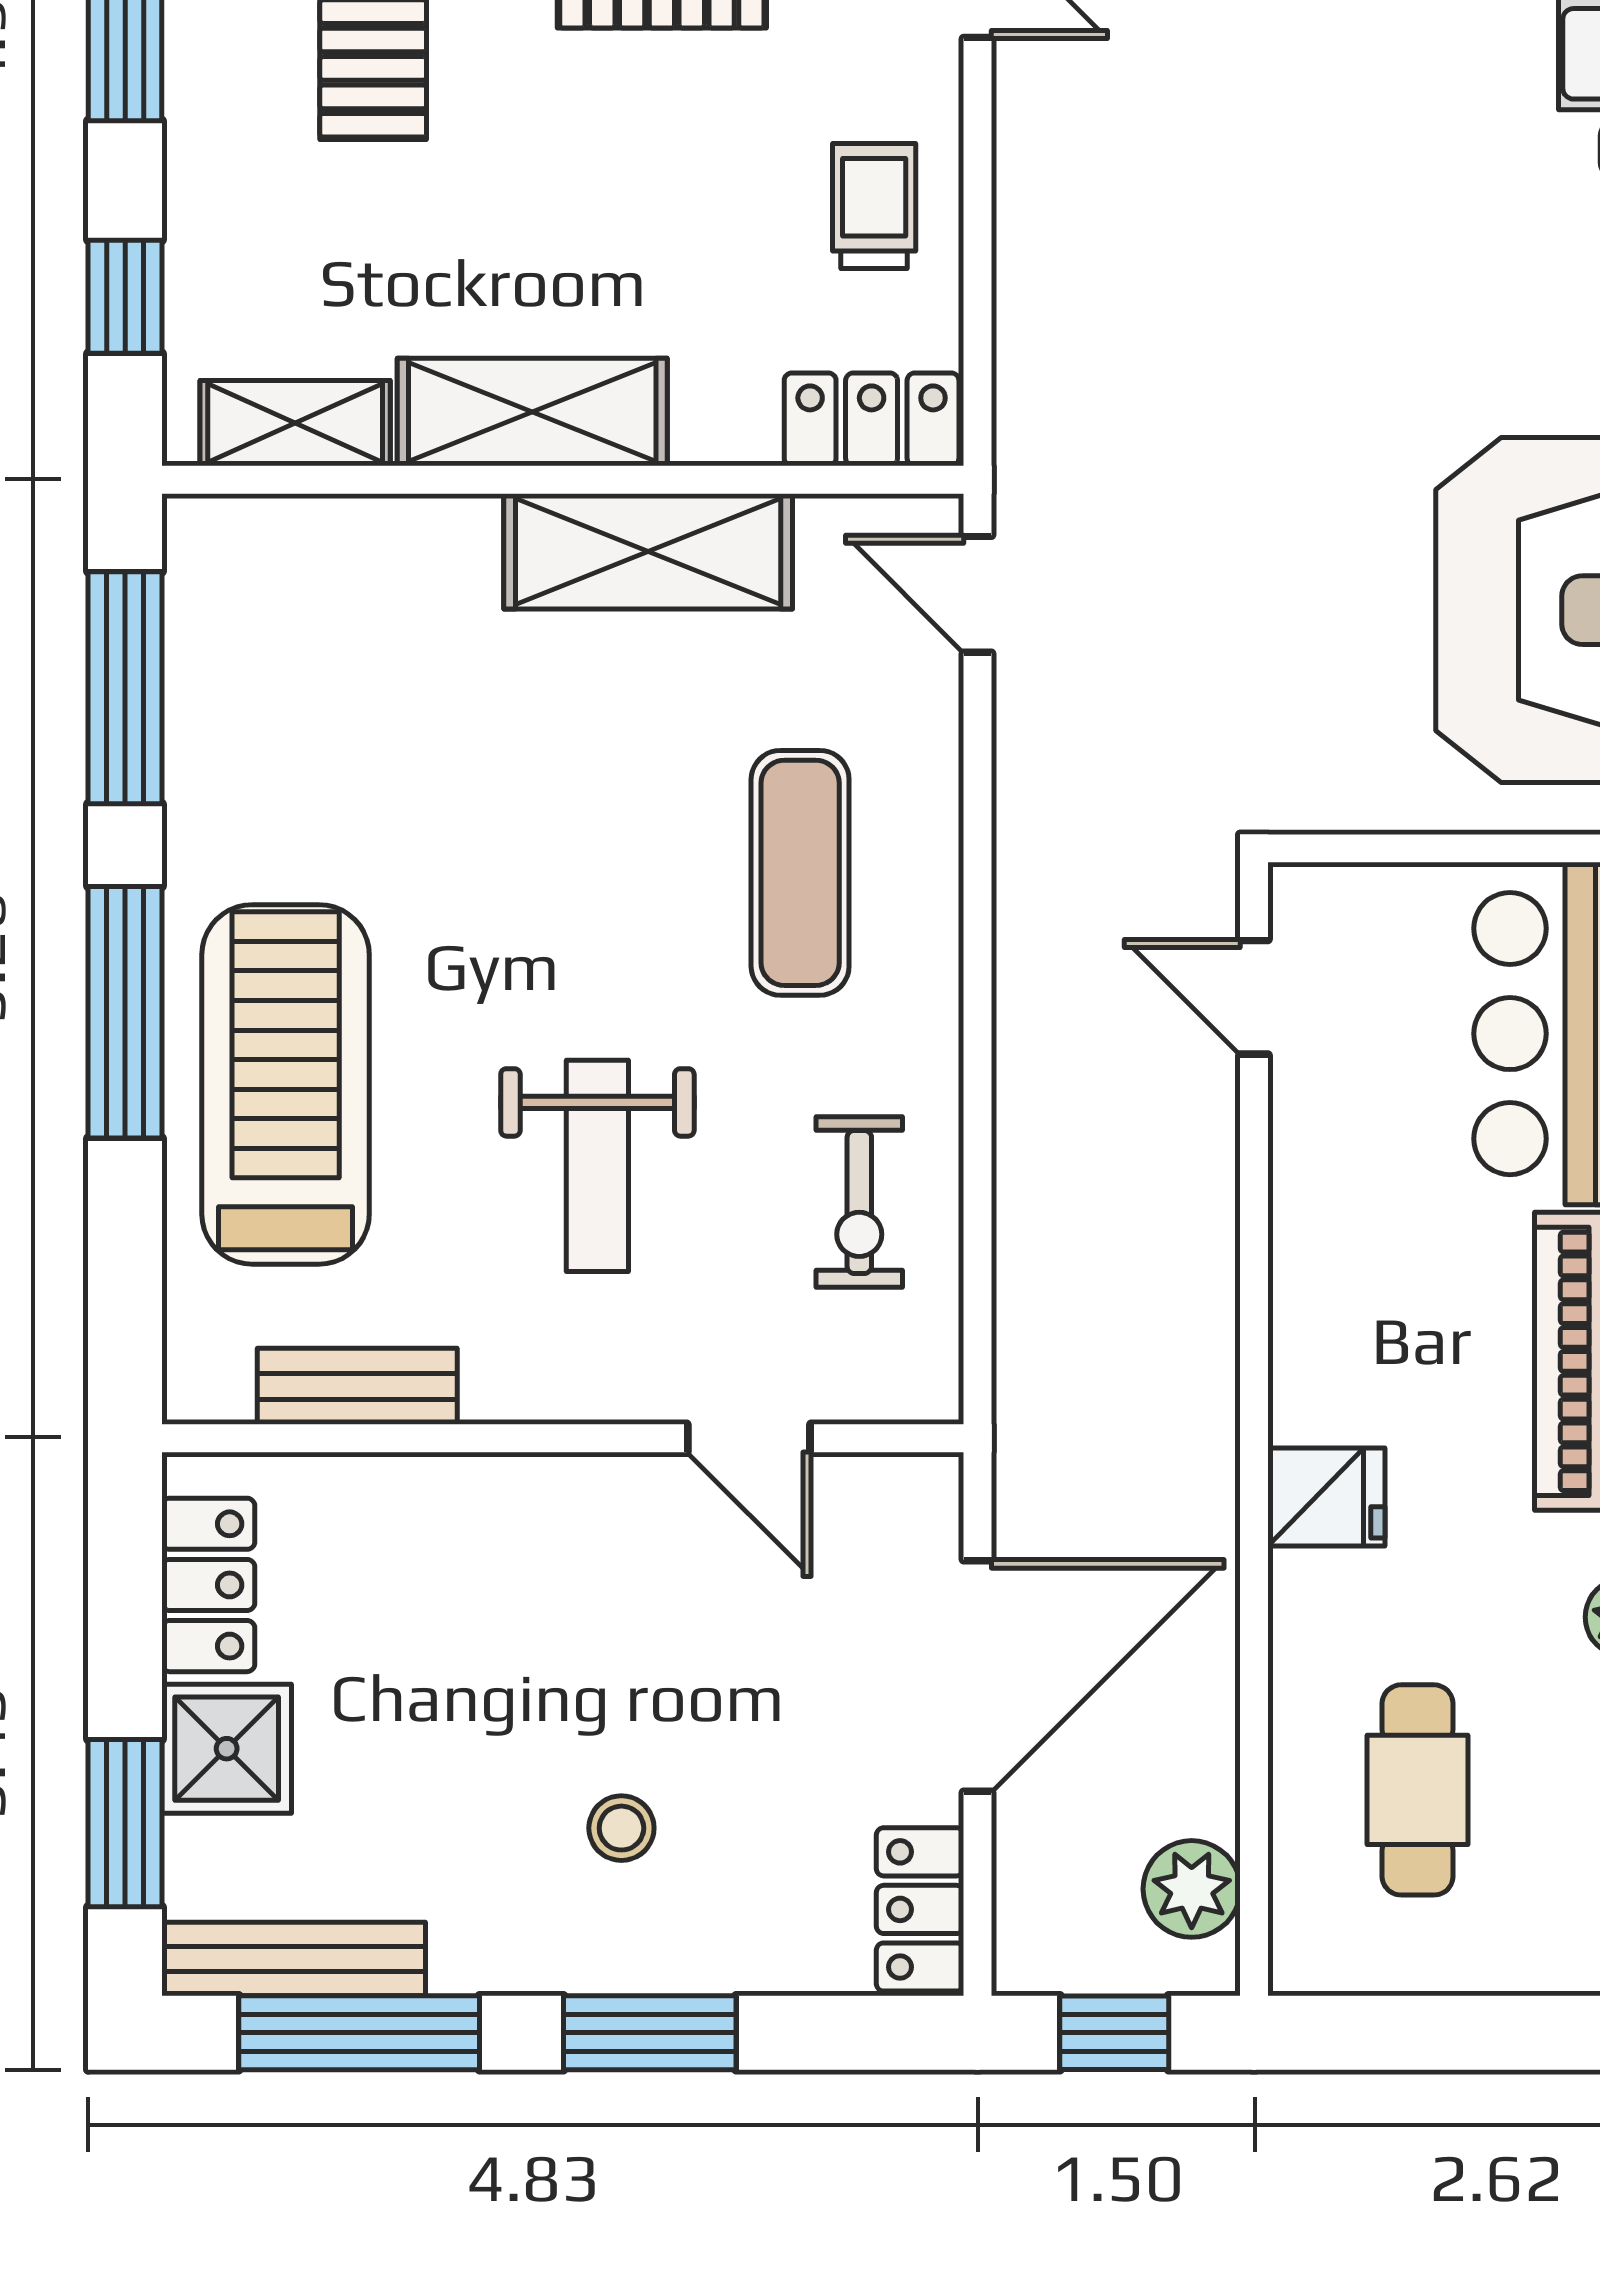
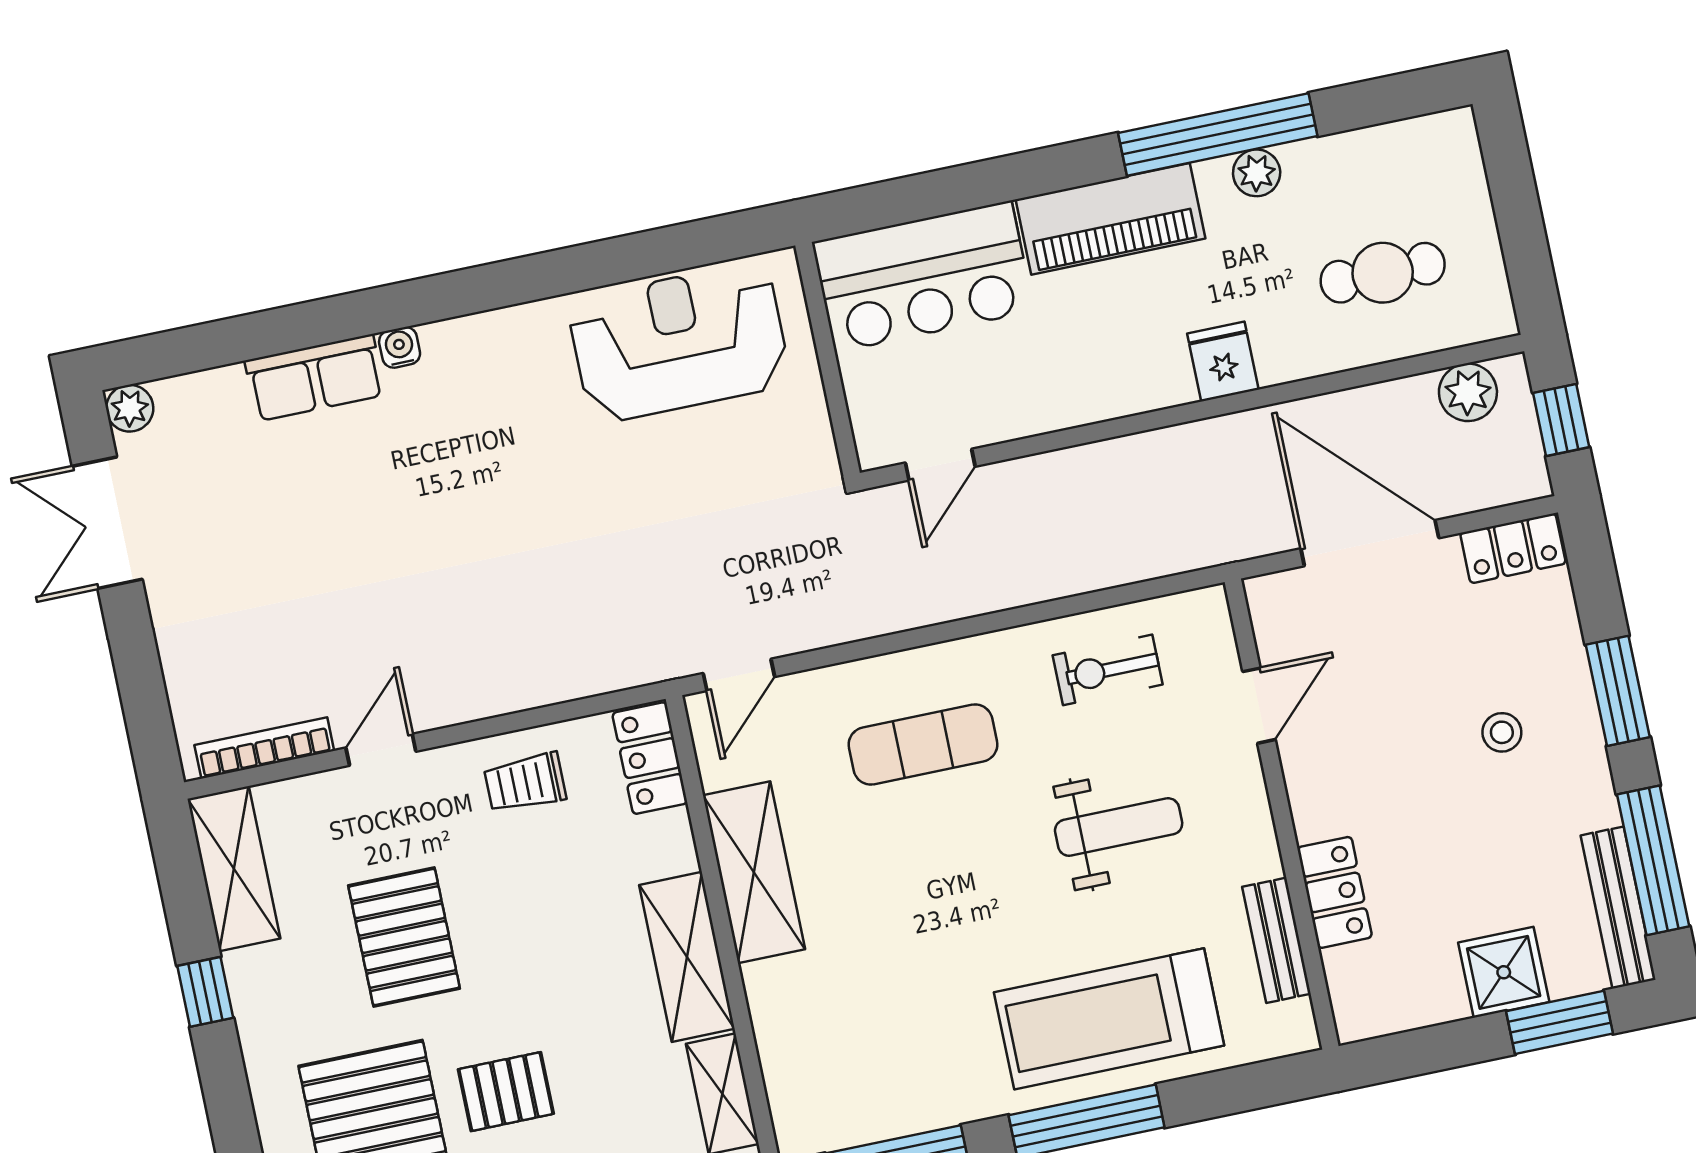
exercise bike: (859, 1202) -> (1108, 670), turned 180
locker: (208, 1585) -> (1335, 892), moved, turned 90

